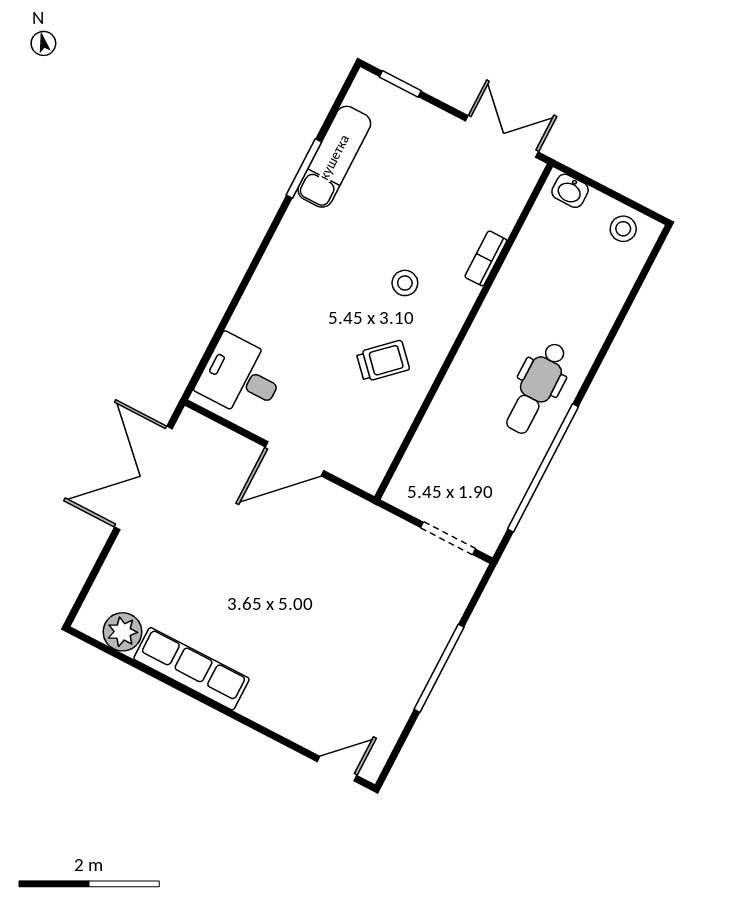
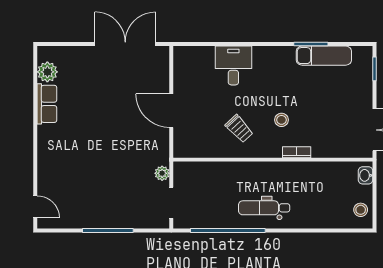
bookcase: (486, 258) -> (297, 152), moved
desk: (241, 377) -> (233, 65), moved
plant: (391, 528) -> (162, 173), added
row of seats: (192, 669) -> (47, 104), width x0.68

